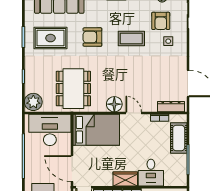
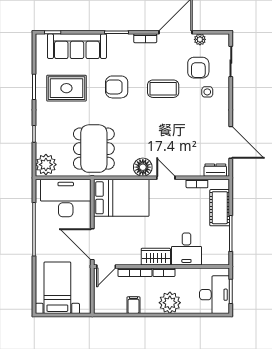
dresser: (171, 107) -> (215, 170), width x0.70

